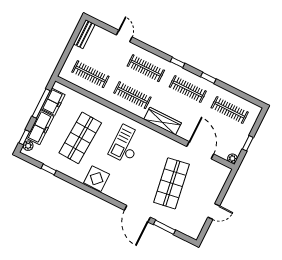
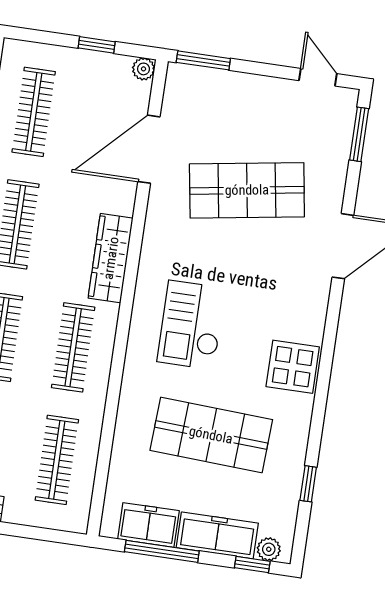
checkout: (126, 144) -> (191, 325), turned 90
window: (228, 183) -> (203, 60), added
door: (214, 212) -> (318, 77), moved
window: (164, 227) -> (359, 134), moved

